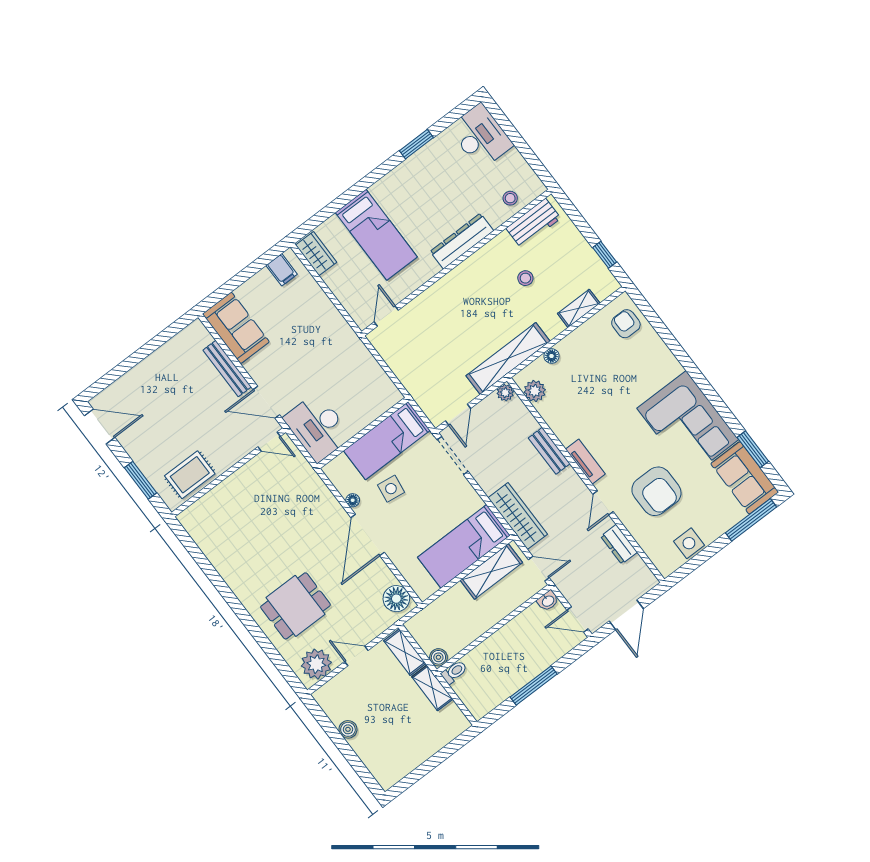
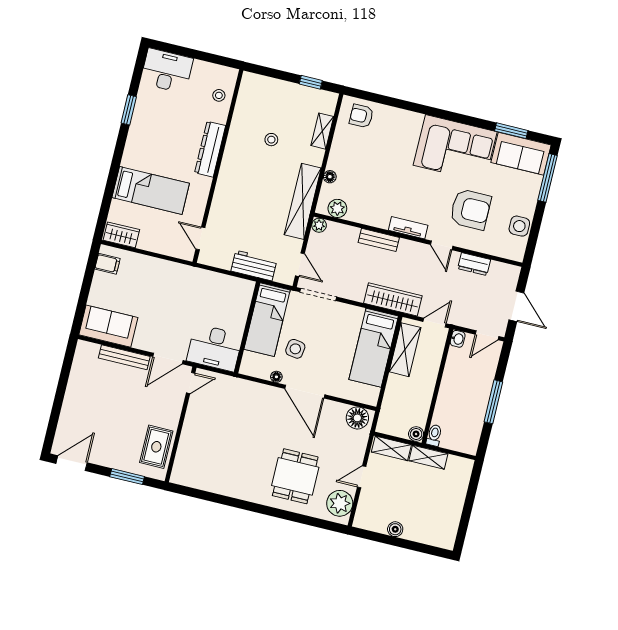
workbench: (533, 223) -> (254, 266), moved, turned -90

